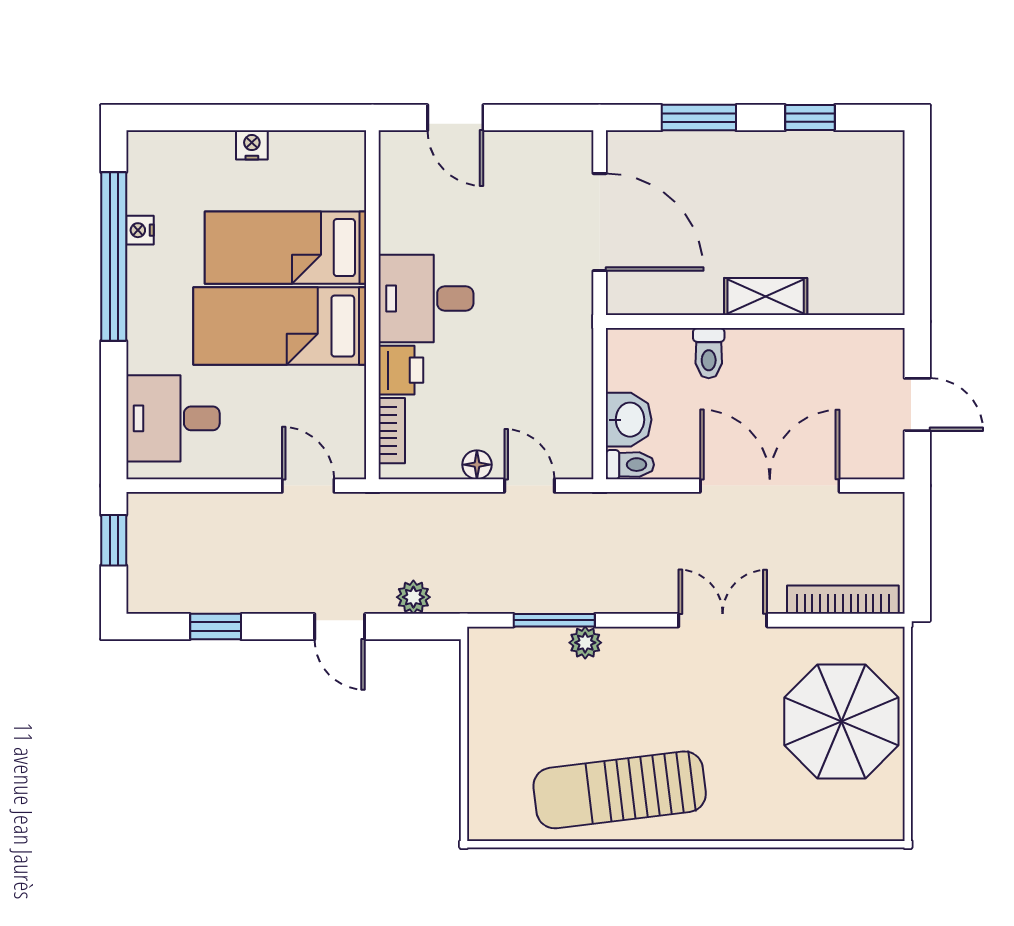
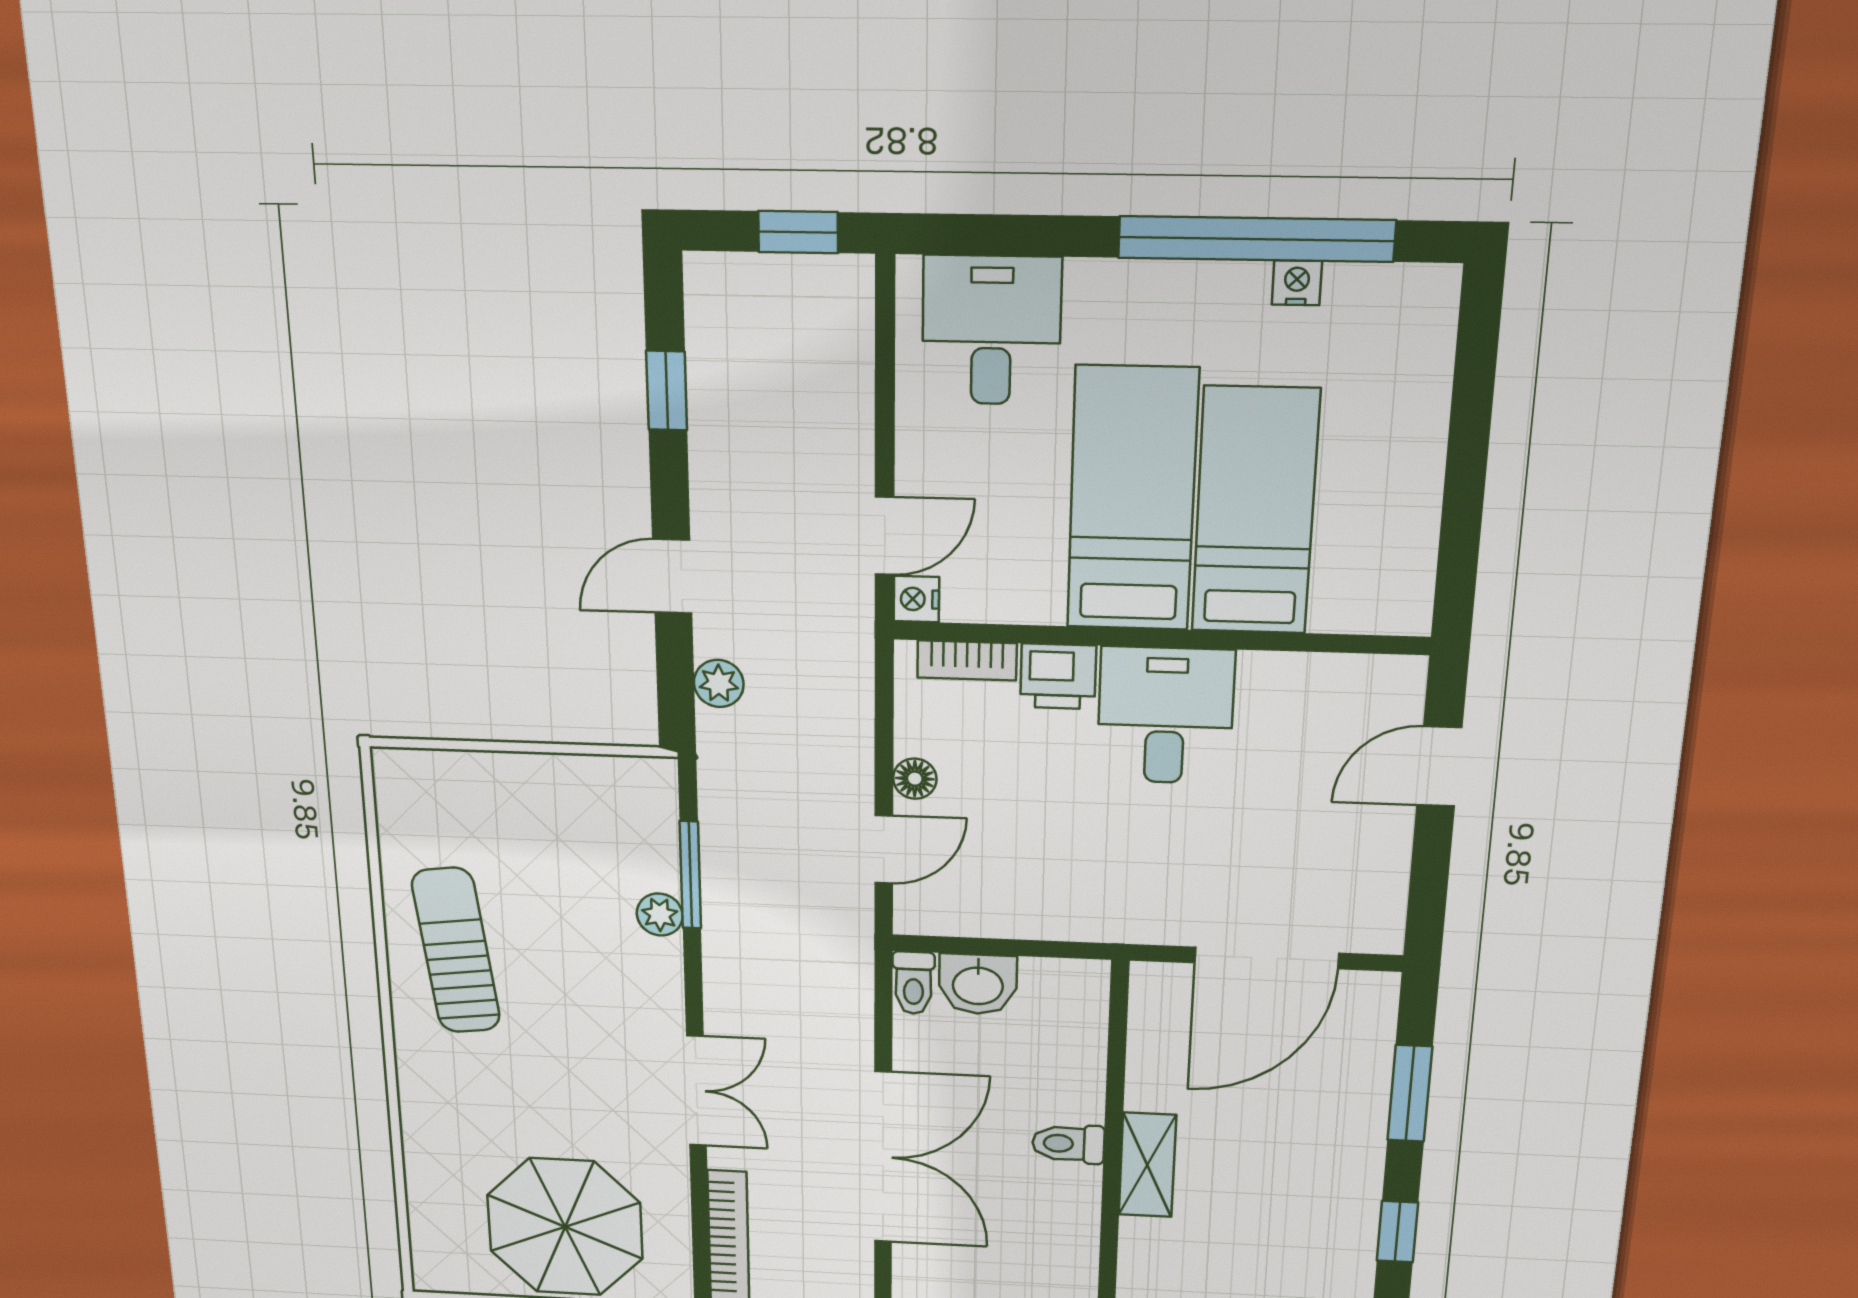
nightstand: (252, 145) -> (916, 599), moved, turned 180
toilet: (709, 353) -> (1068, 1144), moved
sun lounger: (620, 790) -> (456, 951), width x0.73, depth x0.75

